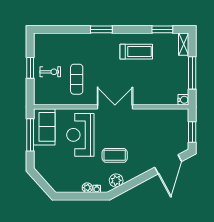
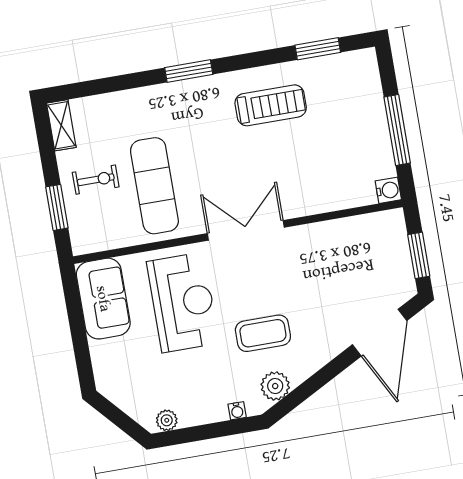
shelving: (184, 44) -> (61, 125), moved
window: (30, 68) -> (57, 207), moved
exercise mat: (77, 79) -> (154, 186), width x1.36, depth x1.45
window: (30, 135) -> (76, 321), removed
reception desk: (80, 135) -> (183, 302), turned 180
plant: (87, 188) -> (167, 420), moved

